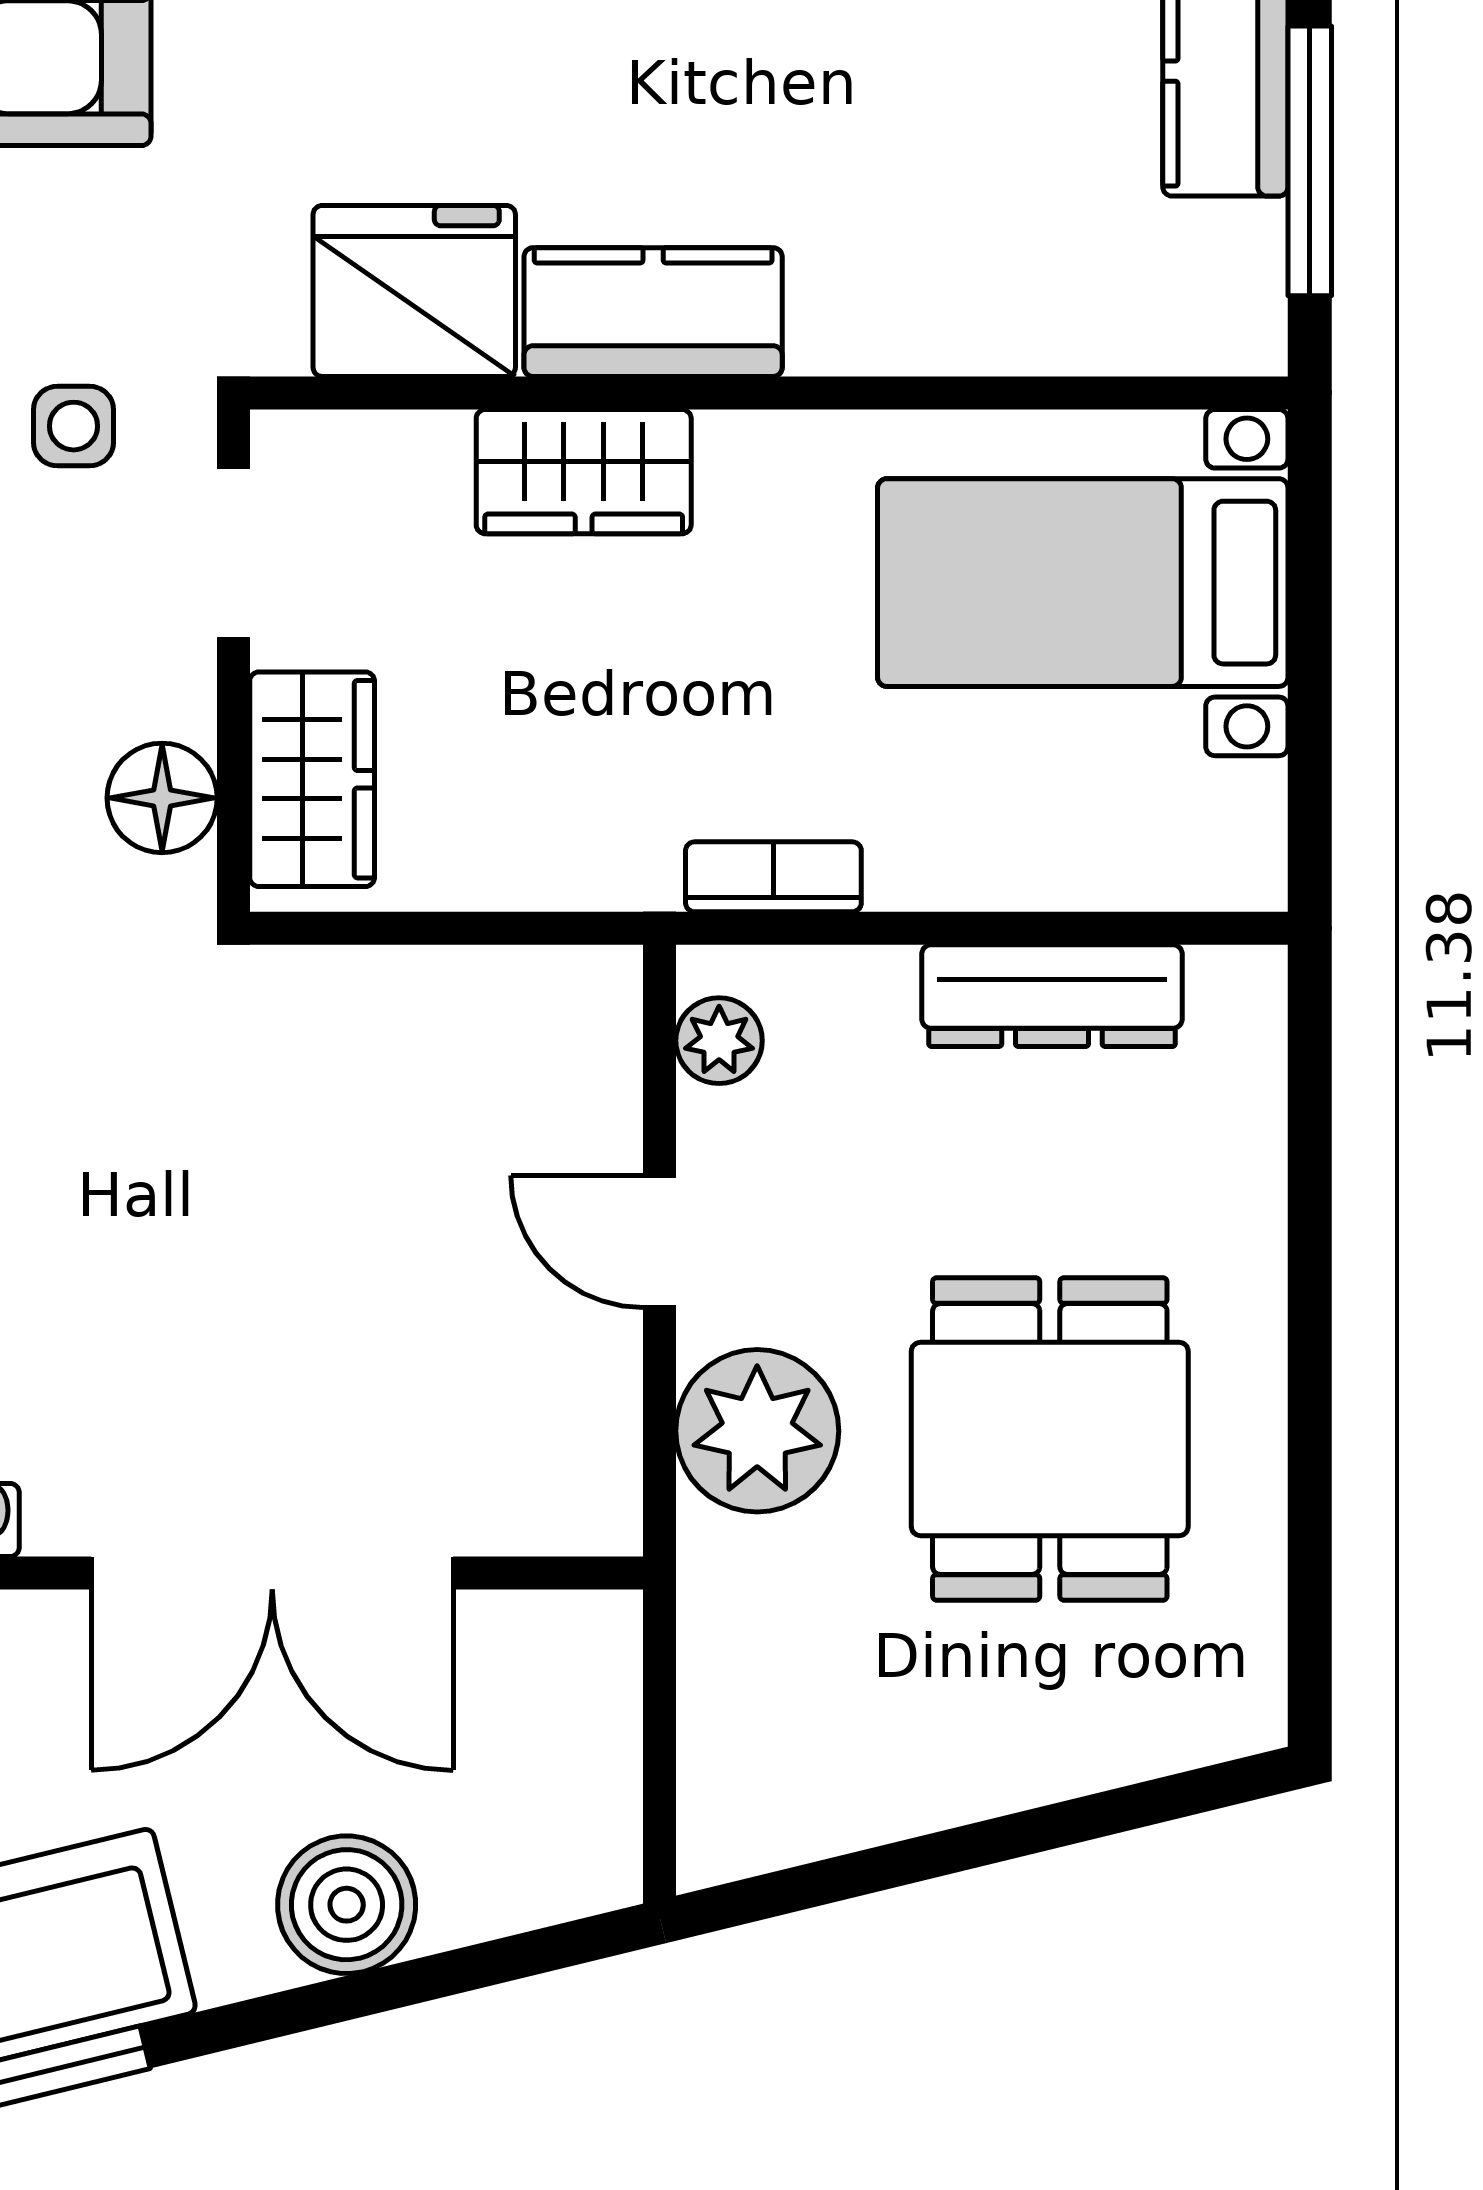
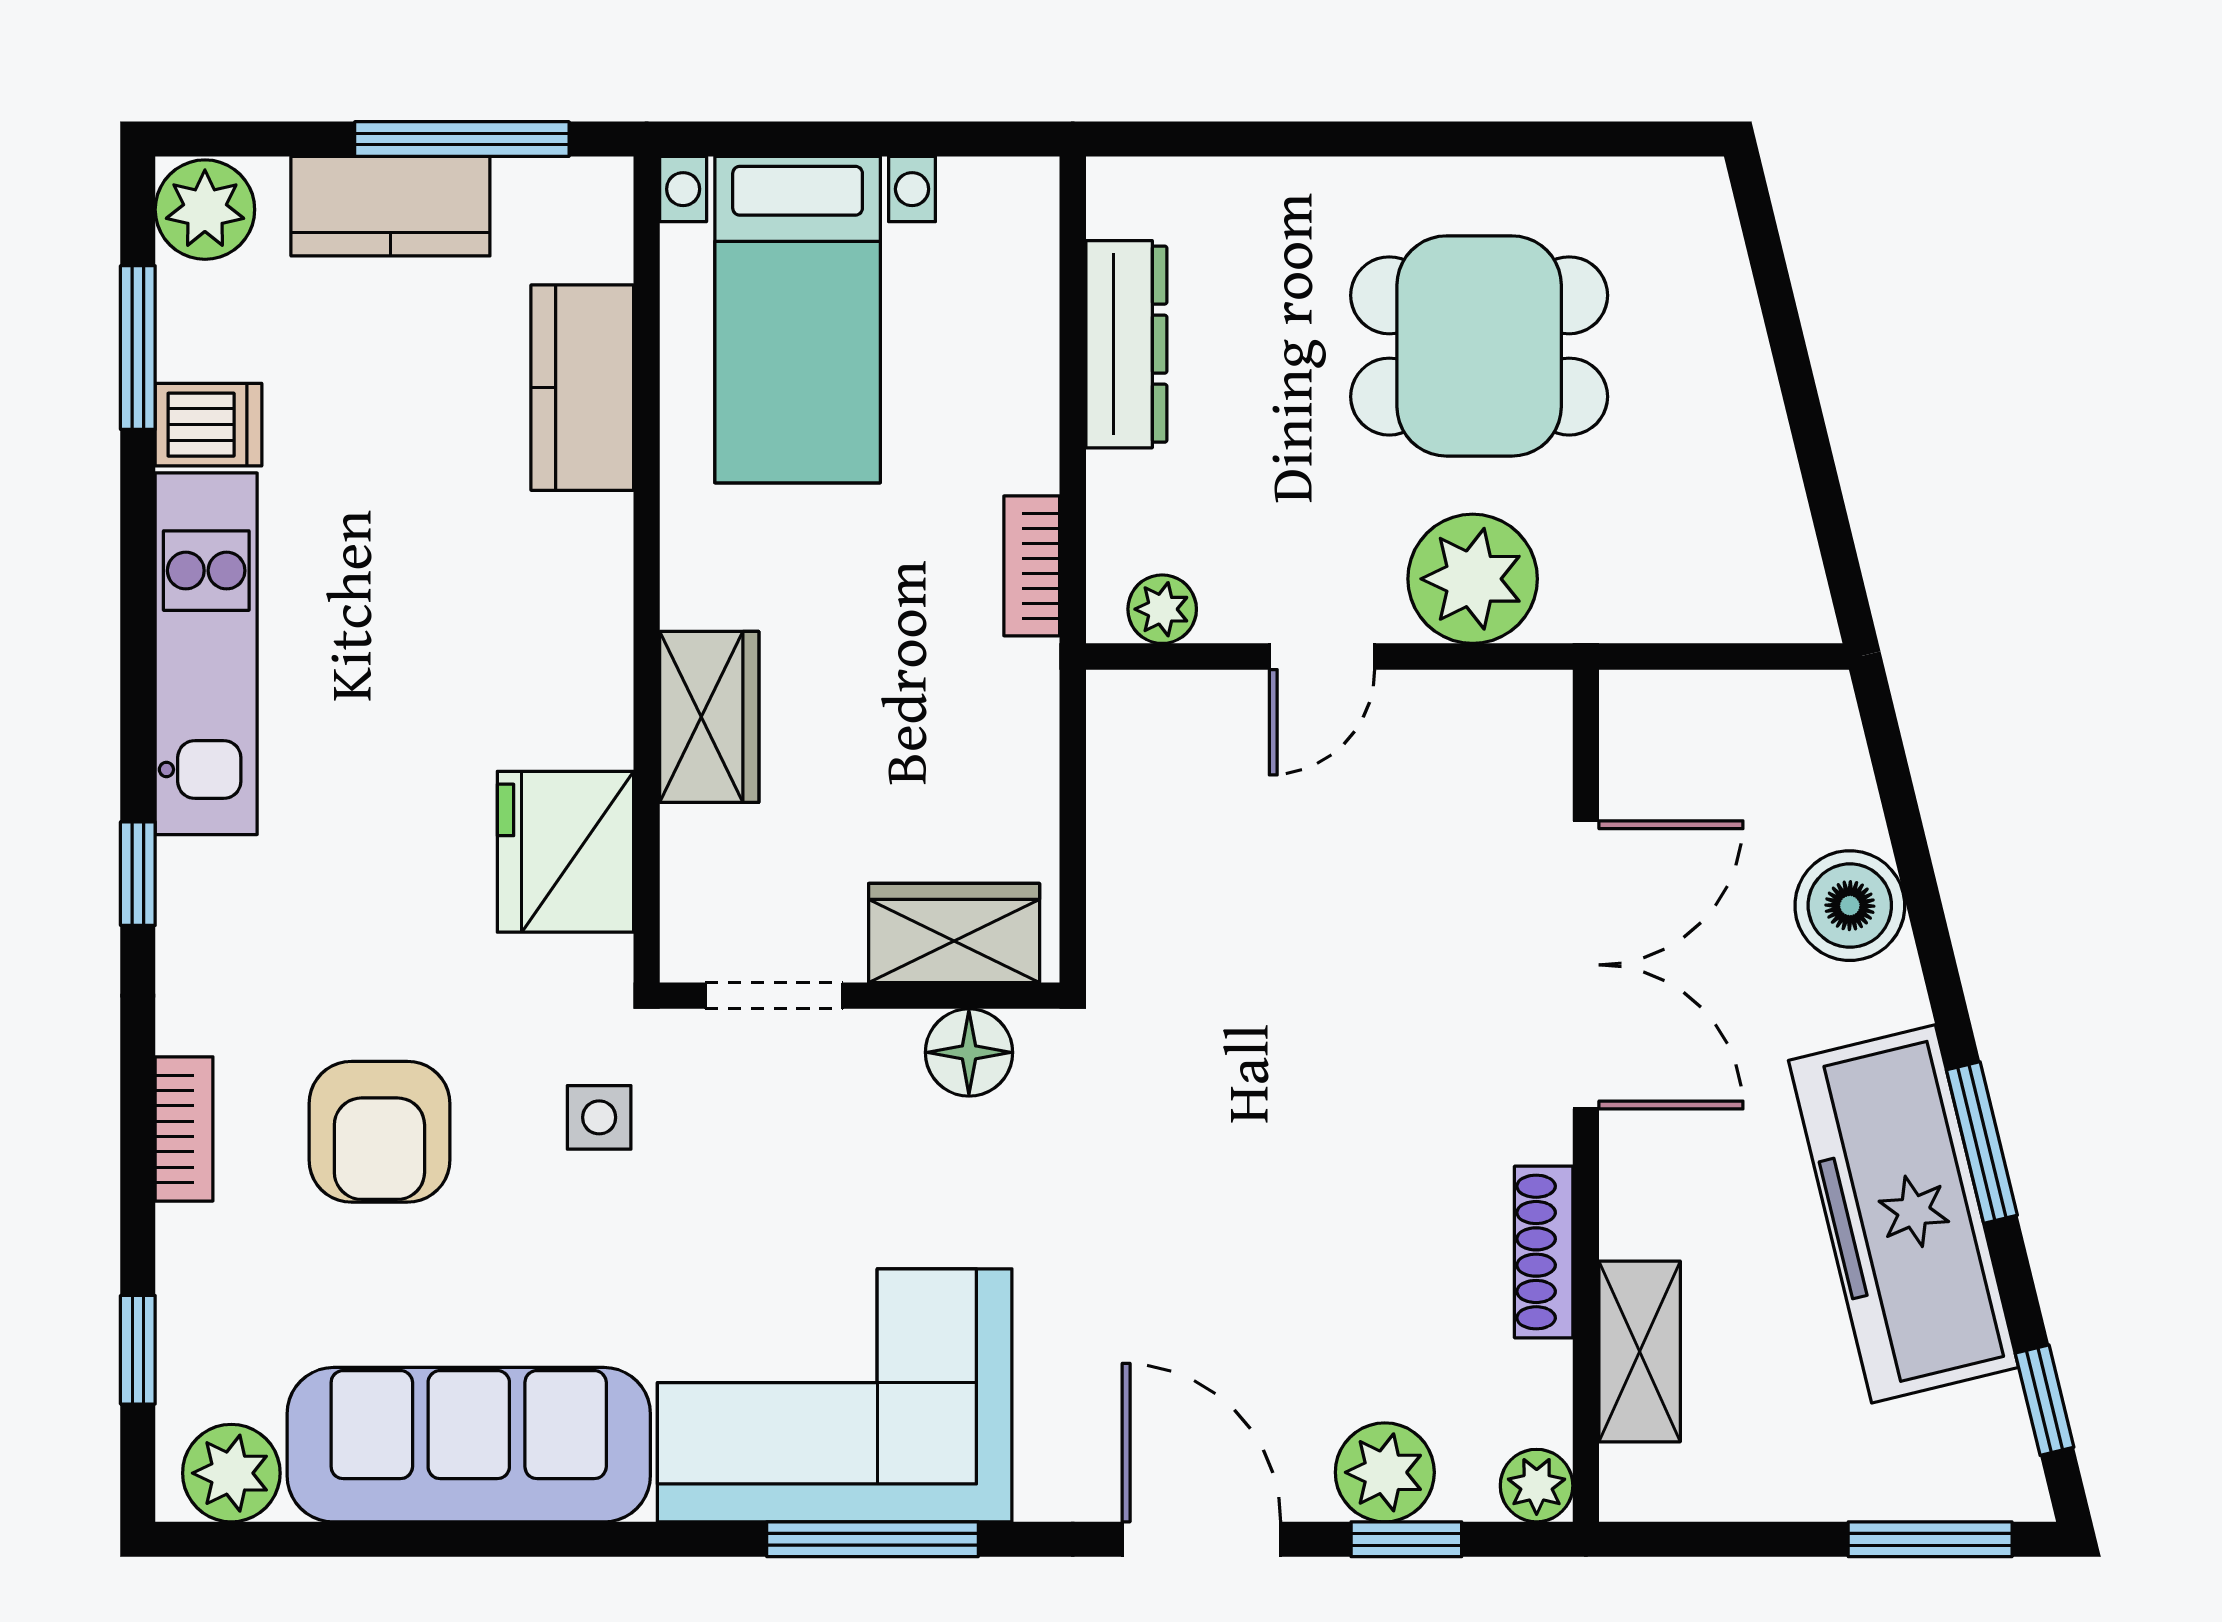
kitchen counter: (653, 312) -> (582, 388), moved
side table: (74, 426) -> (599, 1117), moved

